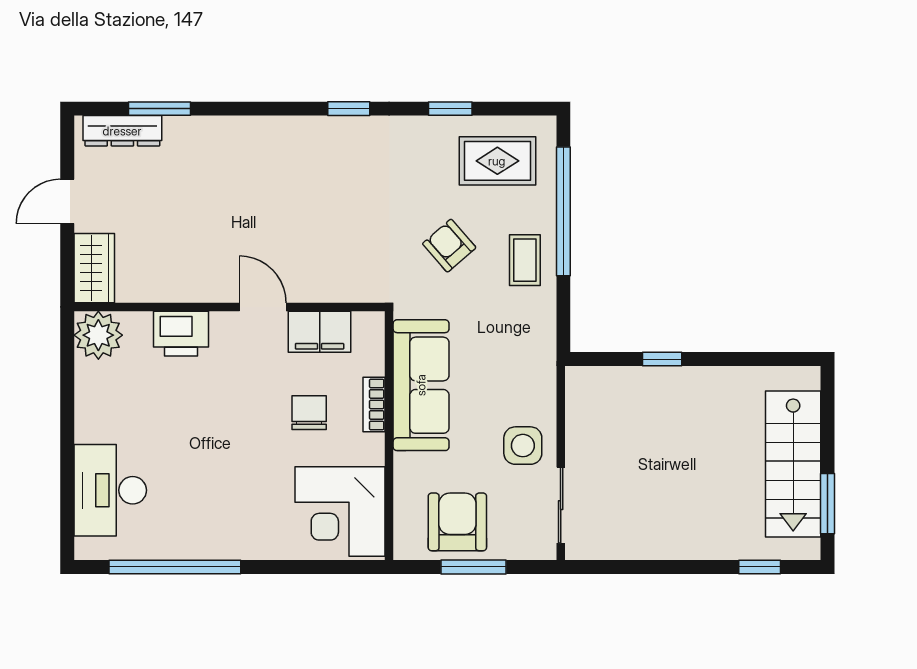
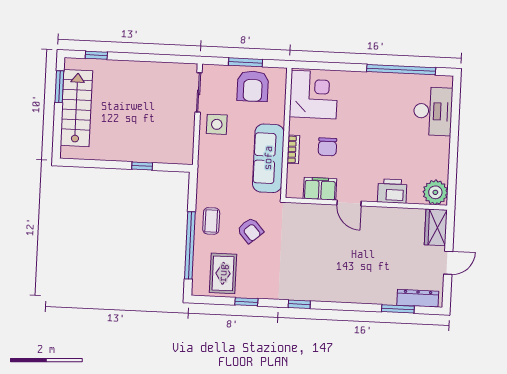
rug: (497, 161) -> (223, 273), turned 90

